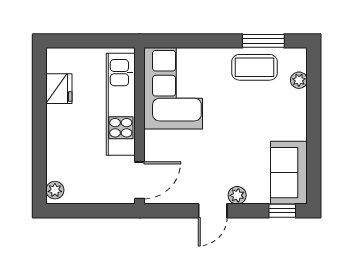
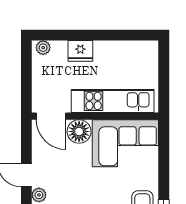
fridge: (59, 89) -> (80, 51), moved
floor lamp: (159, 146) -> (79, 132), added

